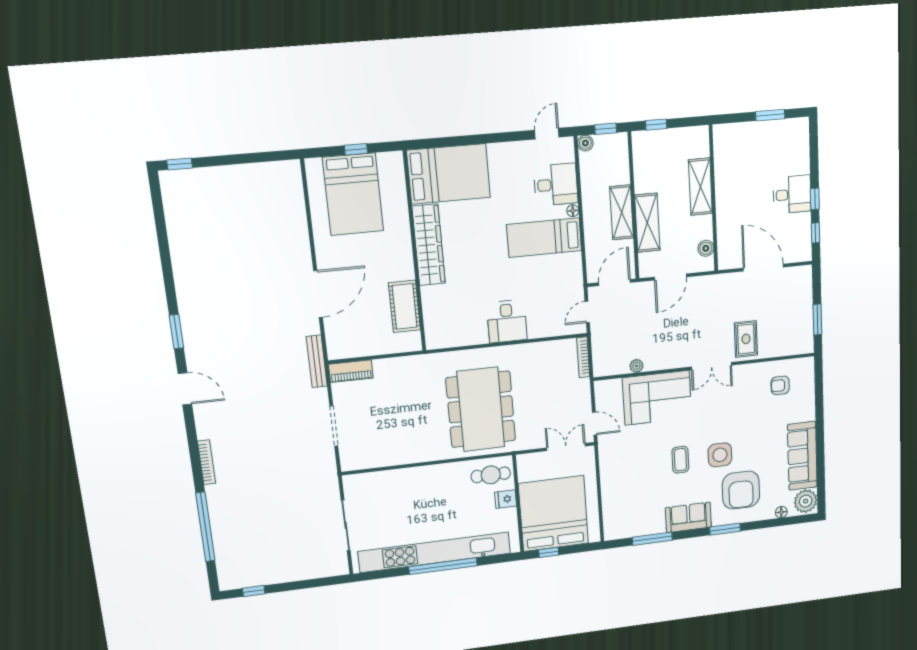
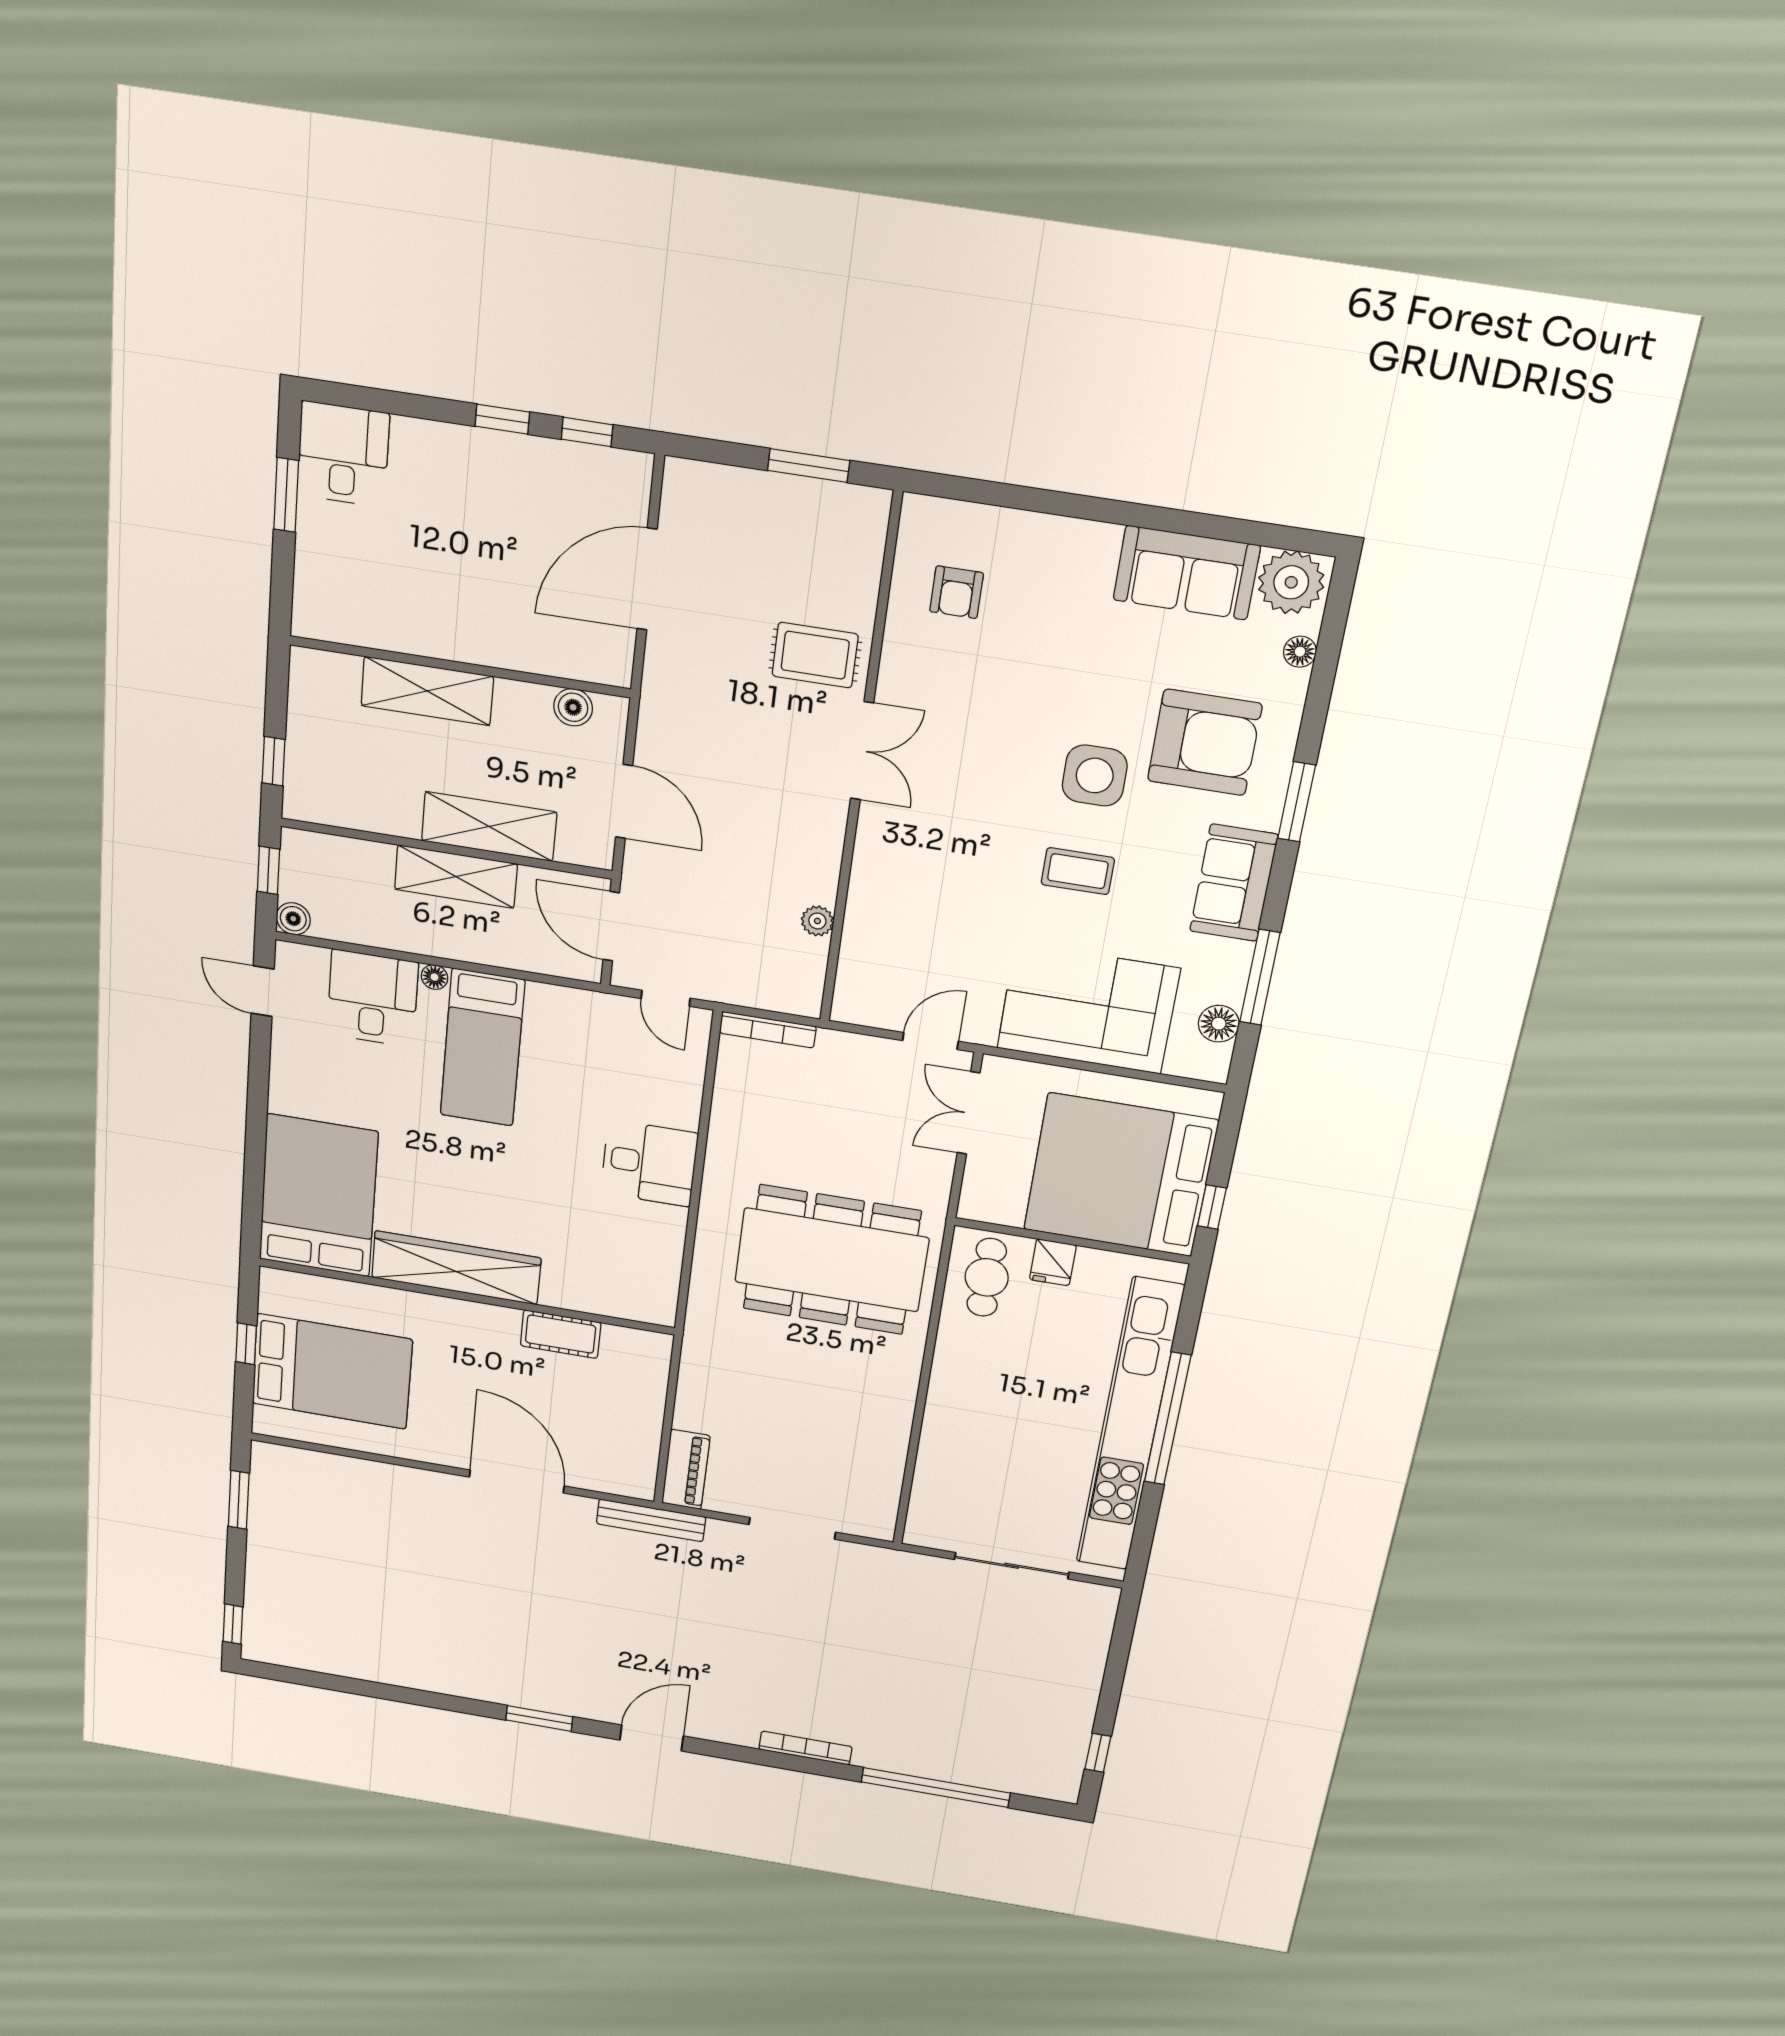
window: (261, 157) -> (239, 1500), added
desk: (792, 194) -> (343, 454), moved
cot: (405, 306) -> (561, 1334), width x0.73, depth x0.75
corner sofa: (657, 398) -> (1088, 1008), moved, turned -90
sofa: (802, 456) -> (1187, 573), width x0.73
floor lamp: (629, 530) -> (1219, 1024), added

